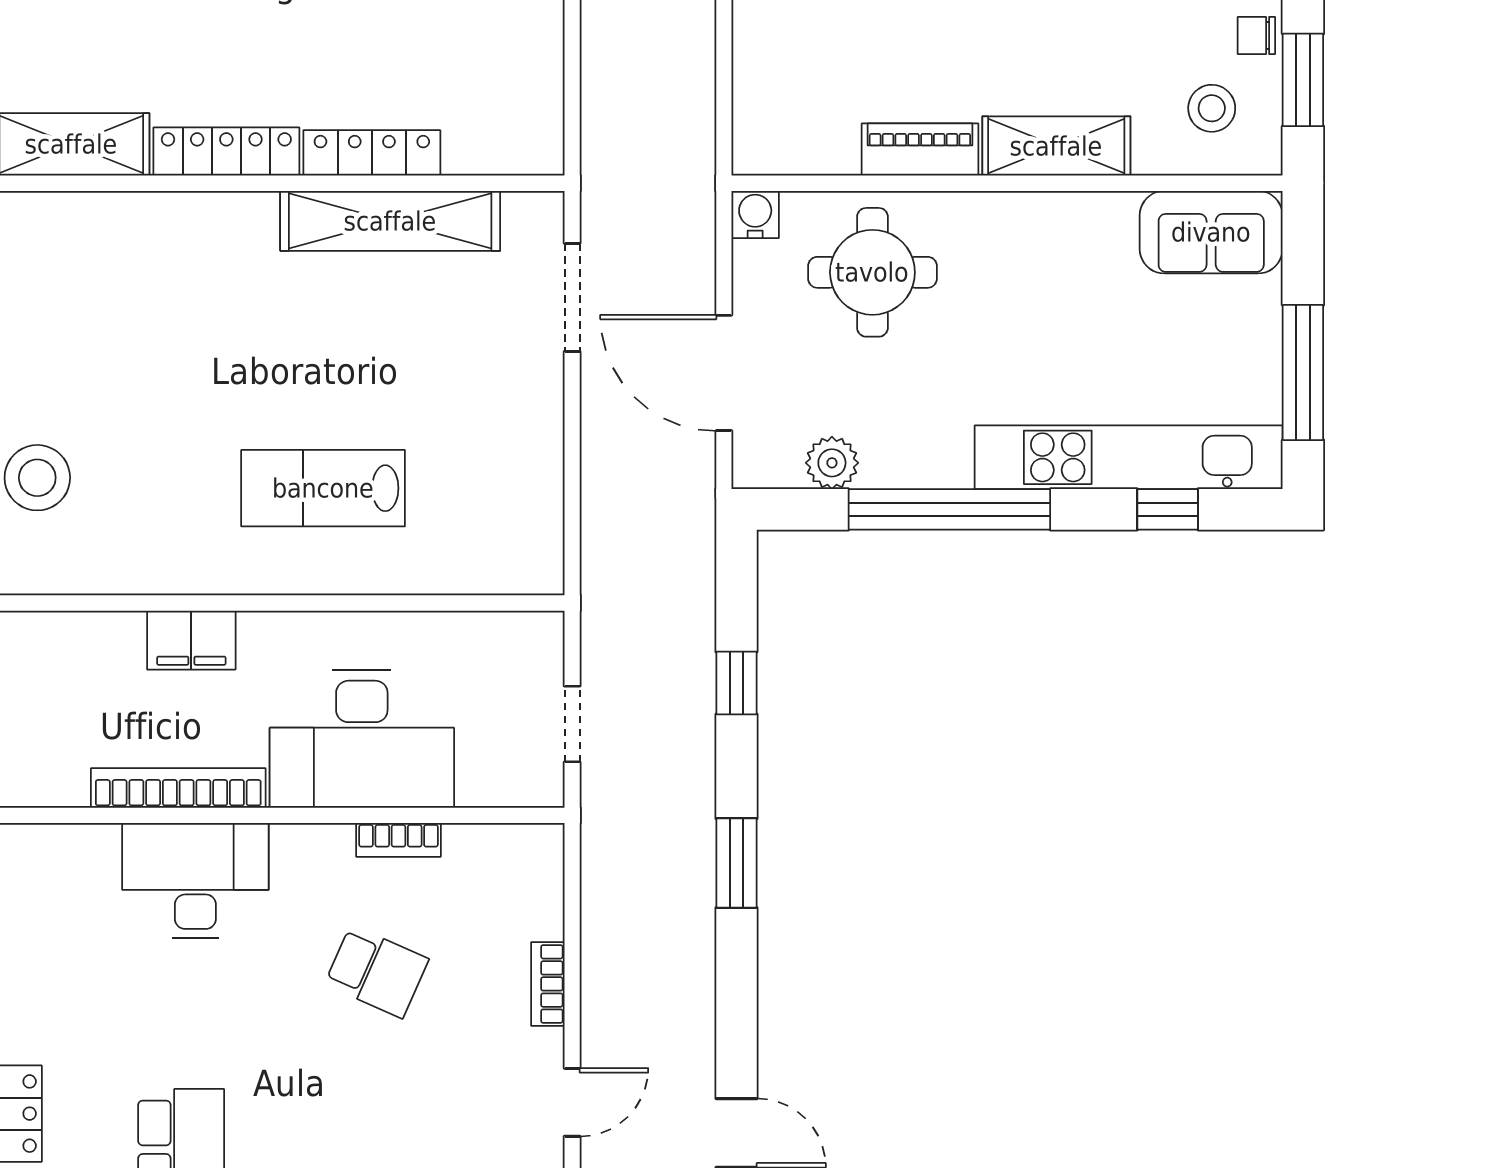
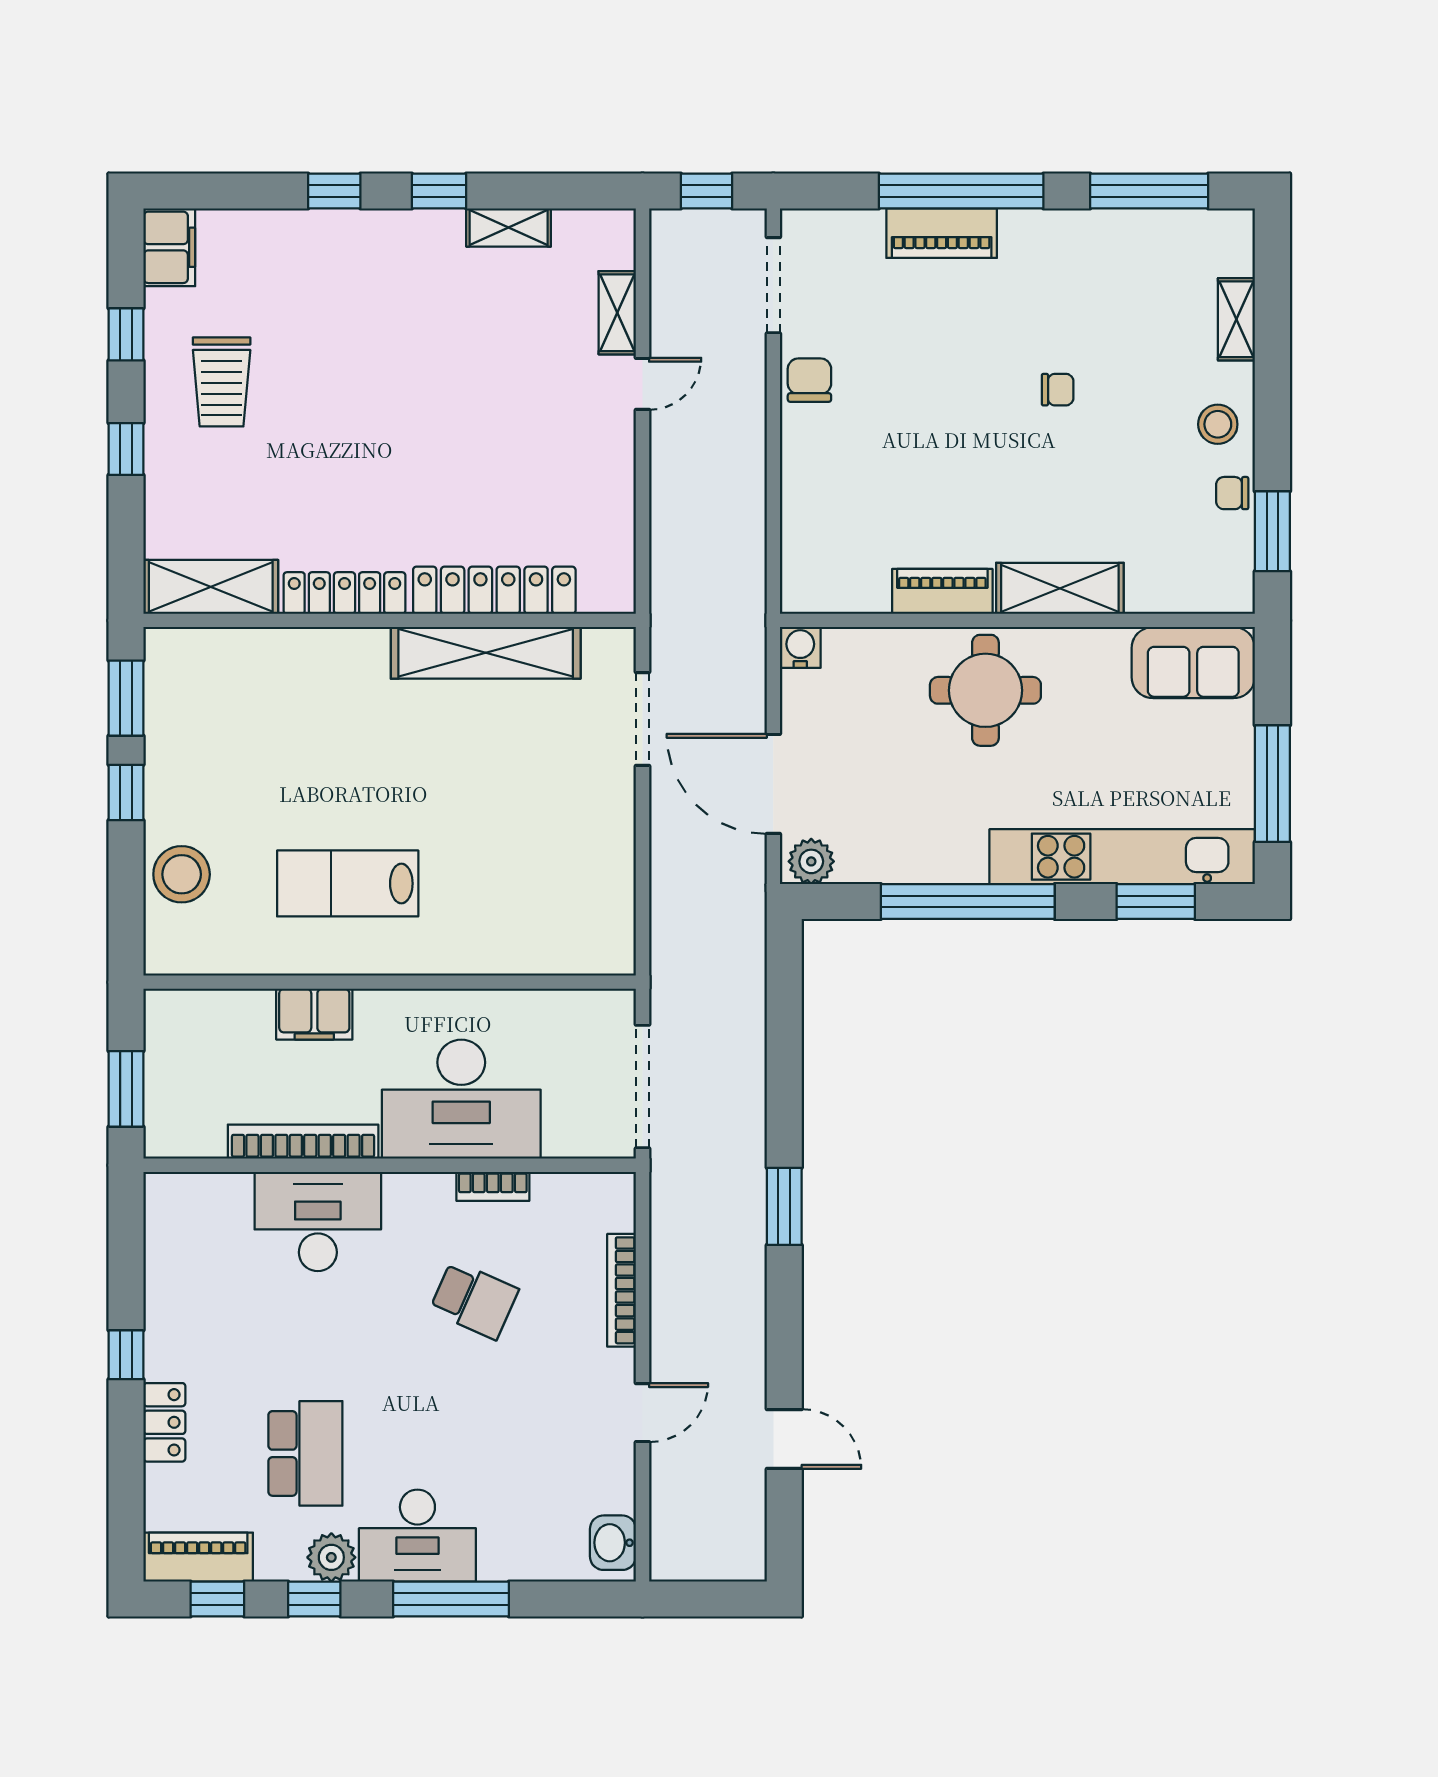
stool: (1212, 108) -> (1194, 556), removed
locker: (372, 153) -> (494, 590), width x1.41, depth x1.21
round table: (872, 272) -> (985, 690), moved
plant: (832, 463) -> (811, 861), moved
lab bench: (323, 488) -> (348, 883), moved
window: (1168, 509) -> (1156, 902), width x1.50
window: (737, 683) -> (784, 1051), removed
doorway: (572, 724) -> (643, 1087), width x1.87
bookcase: (548, 984) -> (622, 1290), width x1.56

